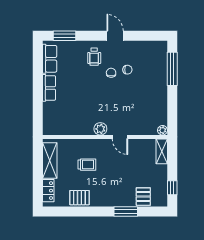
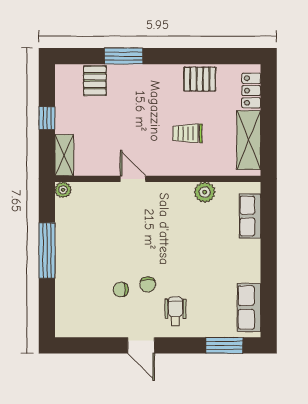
window: (172, 69) -> (47, 251), moved
row of seats: (49, 88) -> (250, 216), moved
plant: (100, 129) -> (205, 192), moved
window: (172, 188) -> (47, 118), moved

